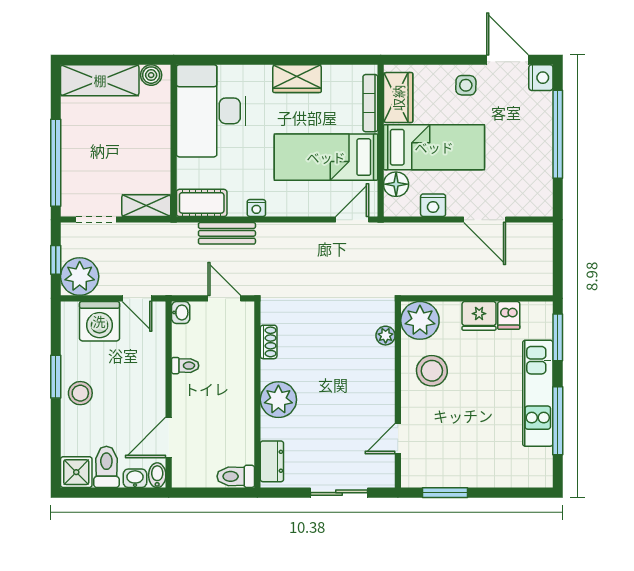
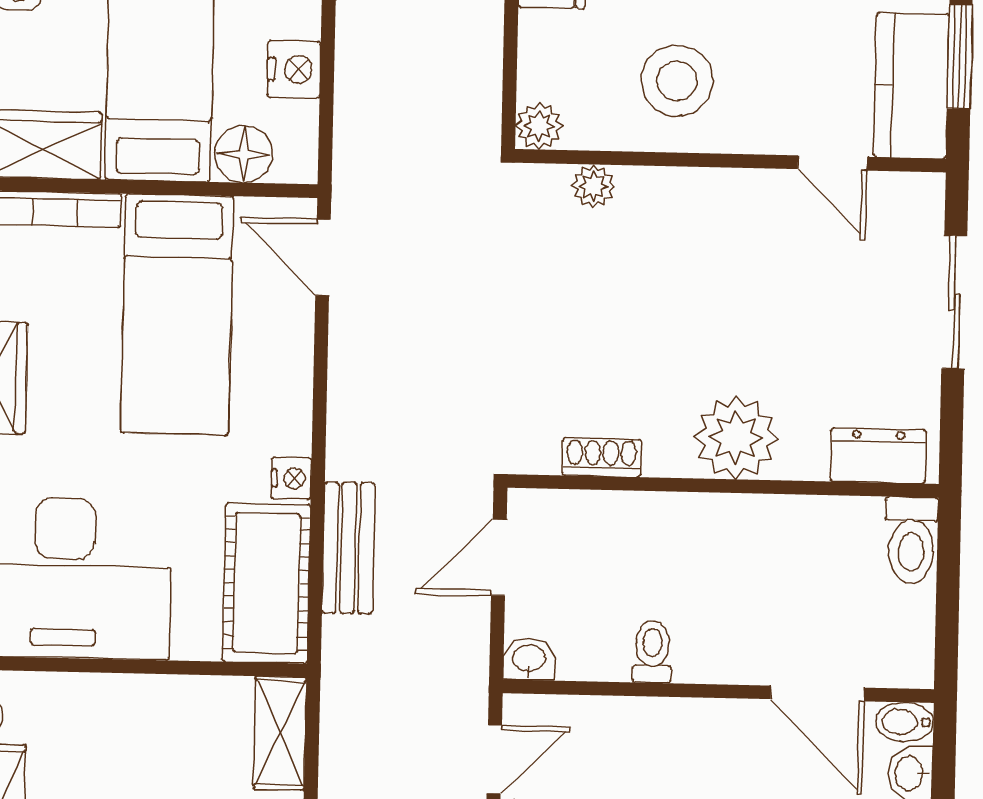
cot: (202, 203) -> (266, 583), width x1.37, depth x1.34
plant: (420, 320) -> (539, 126), width x0.53, depth x0.53
kitchen counter: (432, 472) -> (912, 86), added

